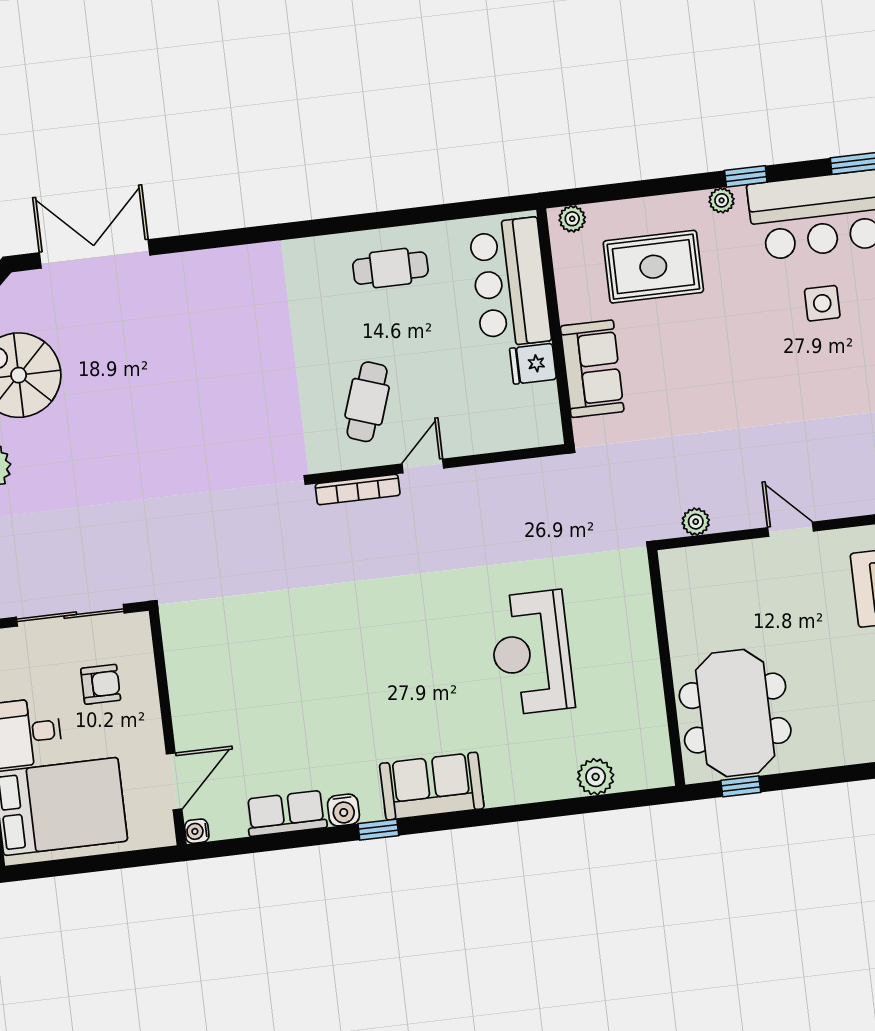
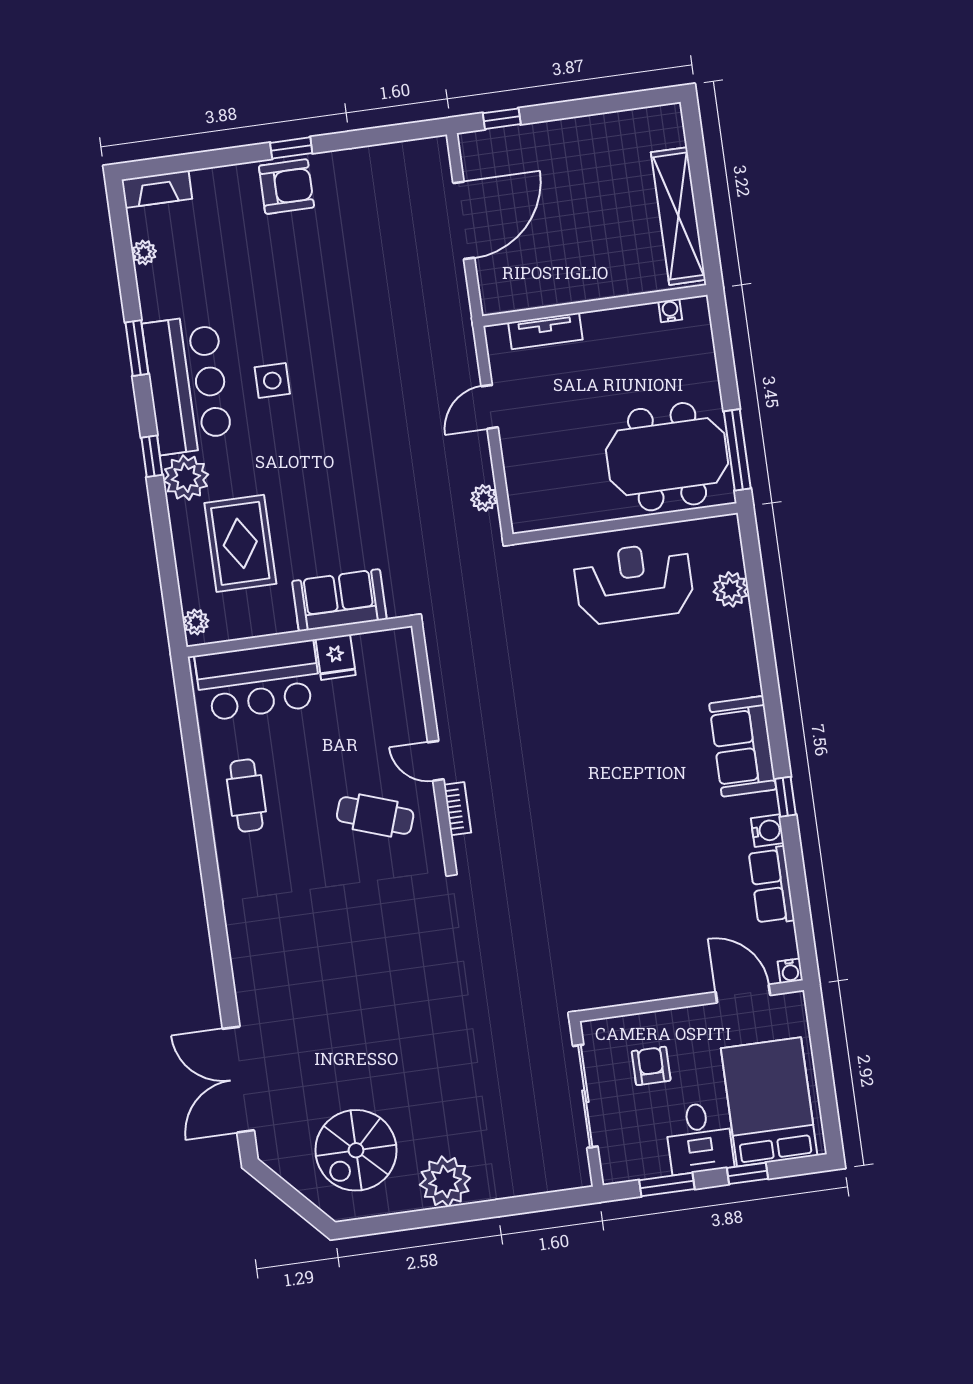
plant: (722, 200) -> (186, 478), width x1.88, depth x1.88
bookcase: (358, 490) -> (458, 809), width x0.64
reception desk: (531, 653) -> (634, 583), moved, turned 180
window: (741, 786) -> (737, 450), width x2.17

